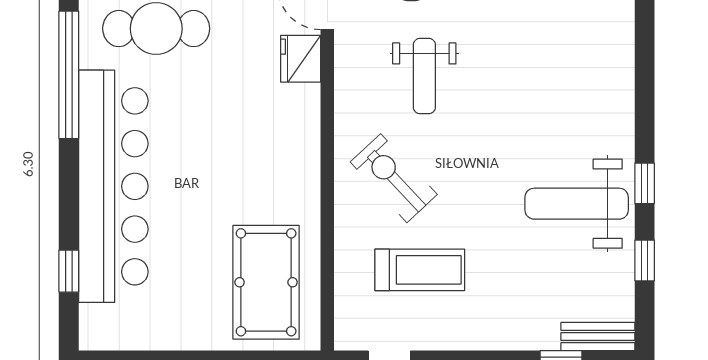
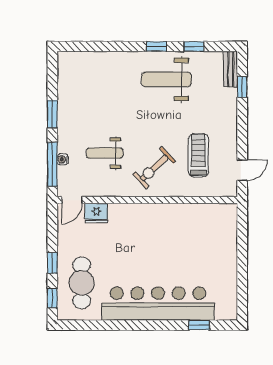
window: (69, 75) -> (104, 325), removed
weight bench: (424, 76) -> (105, 153), turned 180
weight bench: (577, 204) -> (166, 79), turned 90
pool table: (266, 282) -> (204, 230), removed

